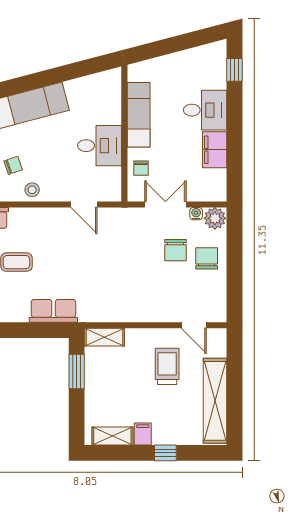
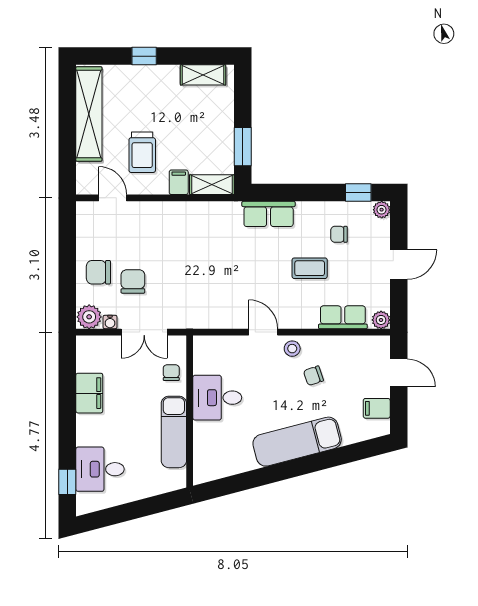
desk: (205, 110) -> (100, 469), moved
door: (84, 204) -> (263, 332), moved
chair: (207, 258) -> (98, 272), turned 90
filing cabinet: (143, 434) -> (179, 182), moved, turned 180

